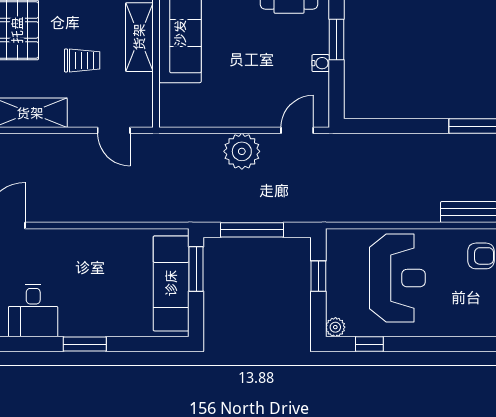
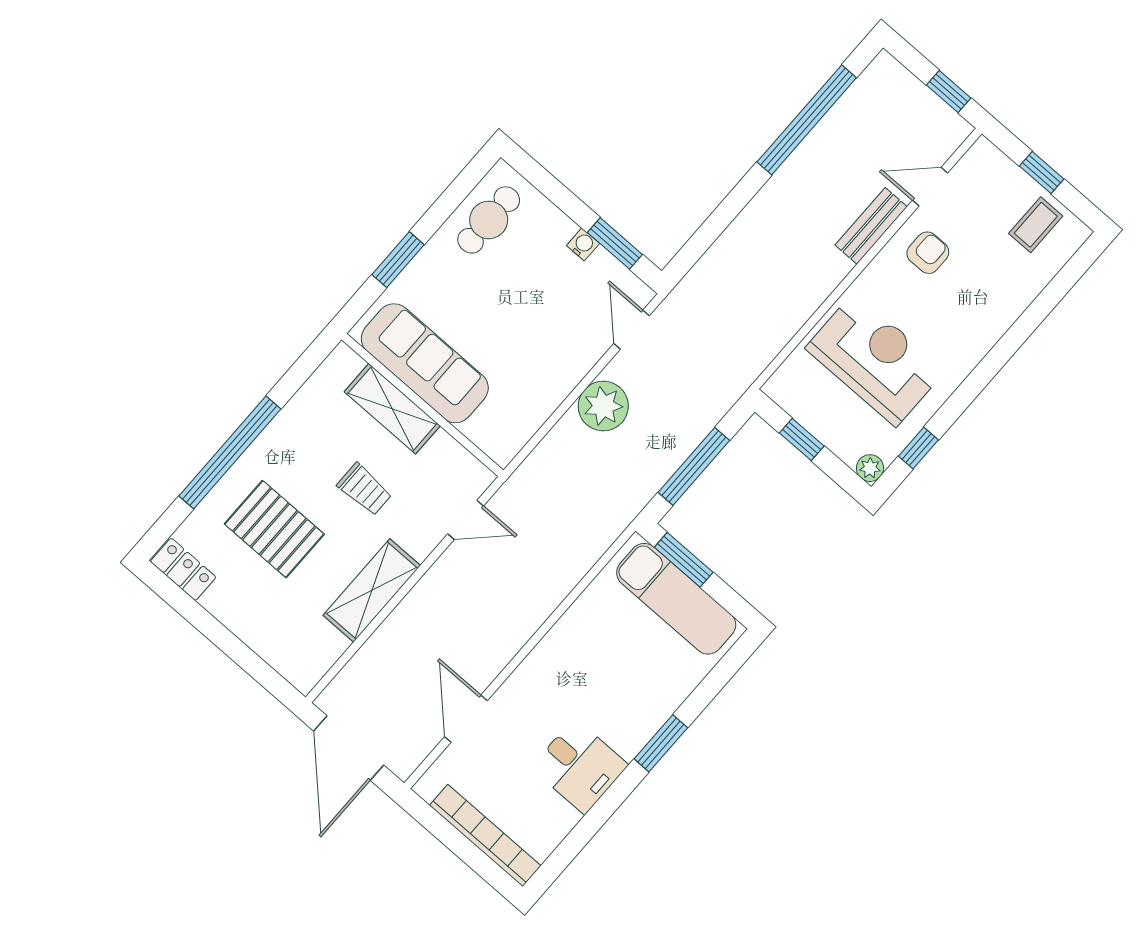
window: (336, 40) -> (615, 243), moved
trolley: (82, 60) -> (365, 489), turned 90

